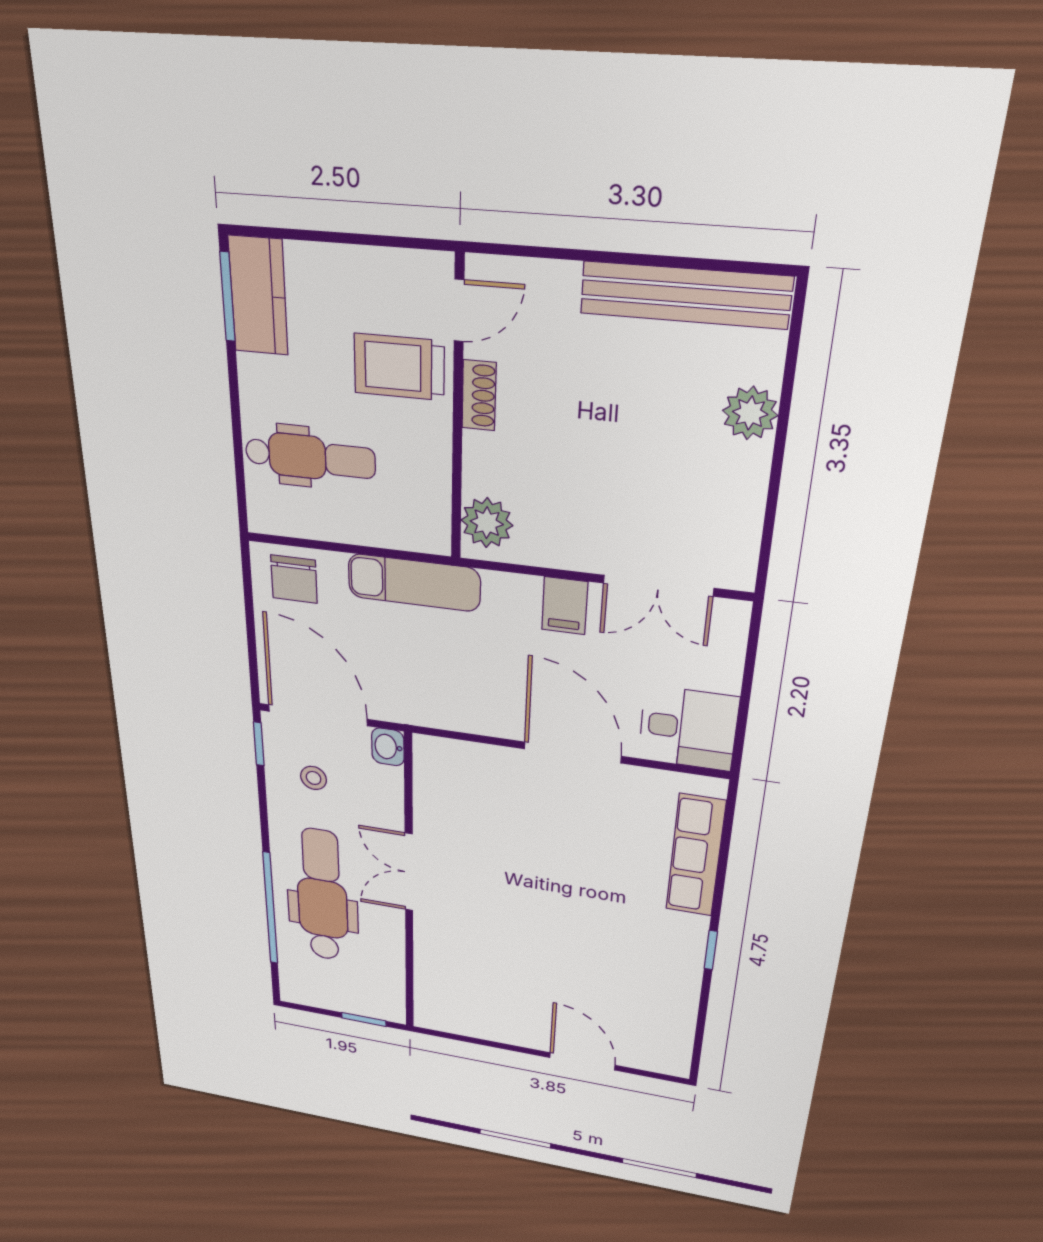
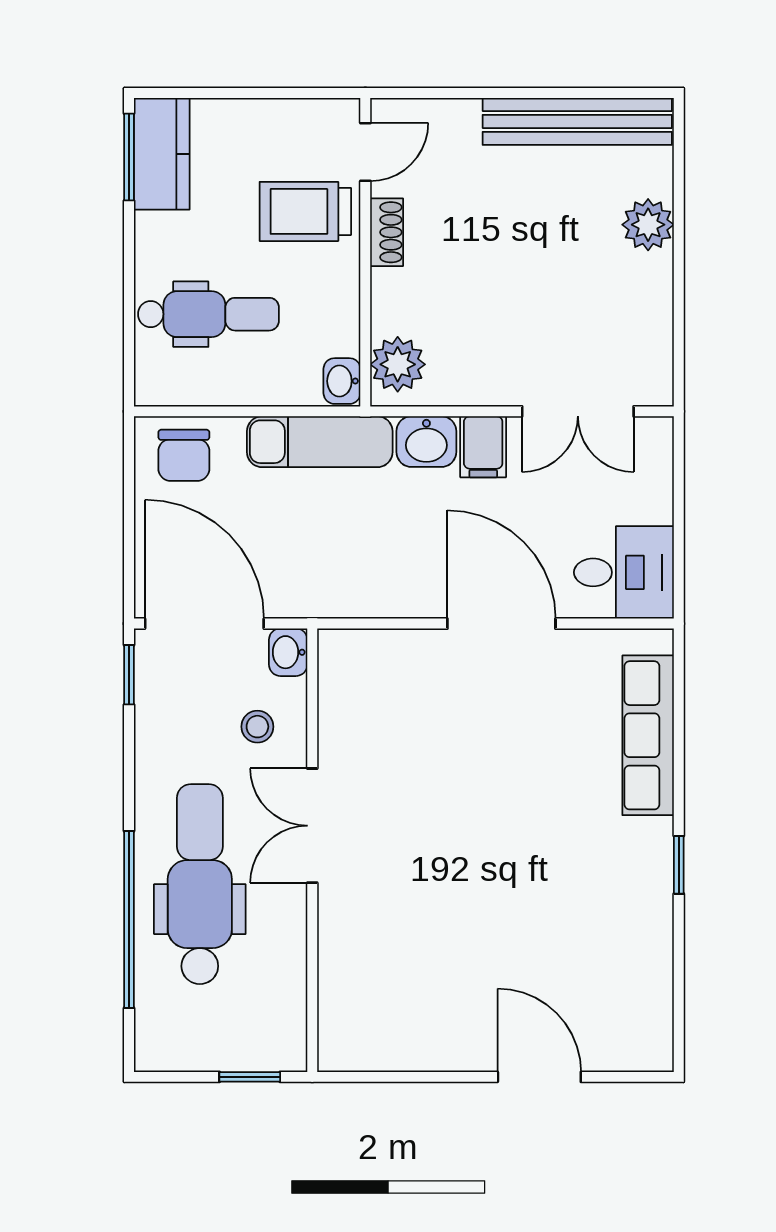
washbasin: (434, 532) -> (342, 381), added
washbasin: (512, 595) -> (426, 442), added
stool: (314, 778) -> (257, 727), moved

